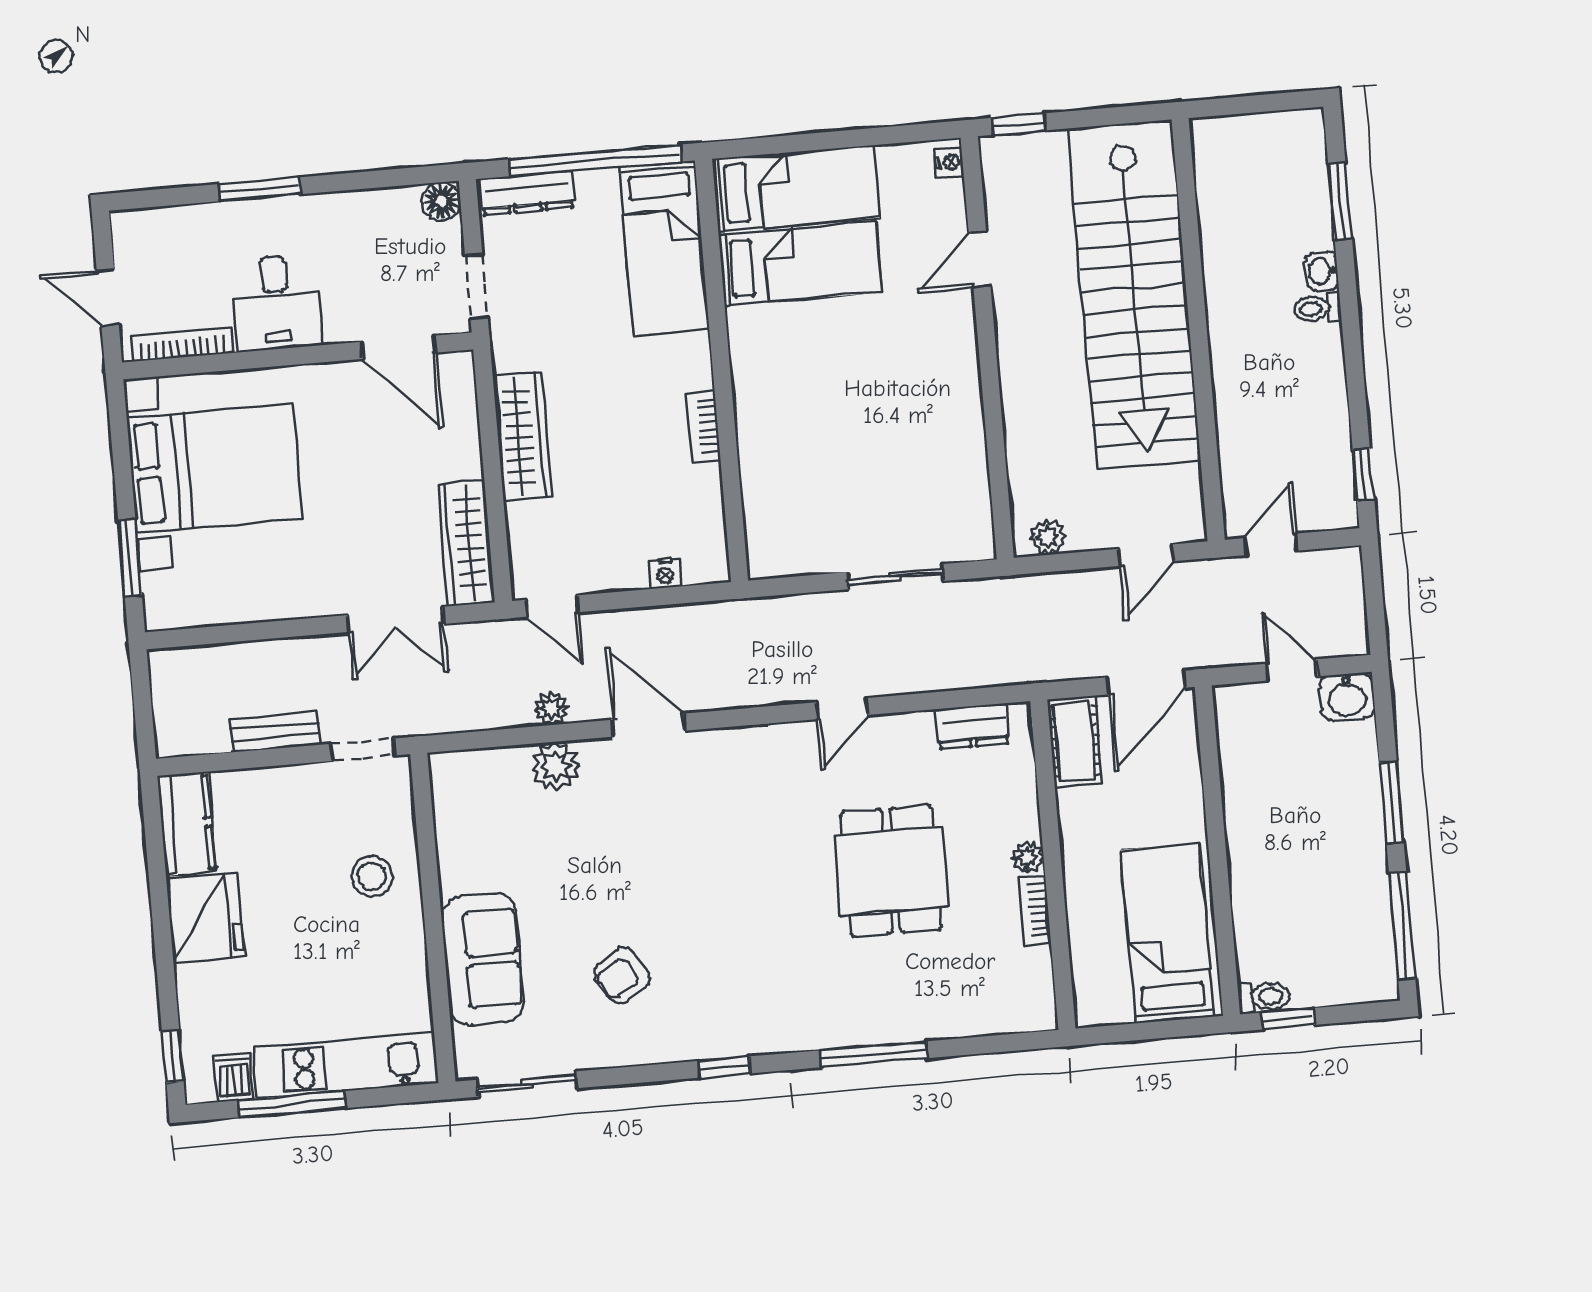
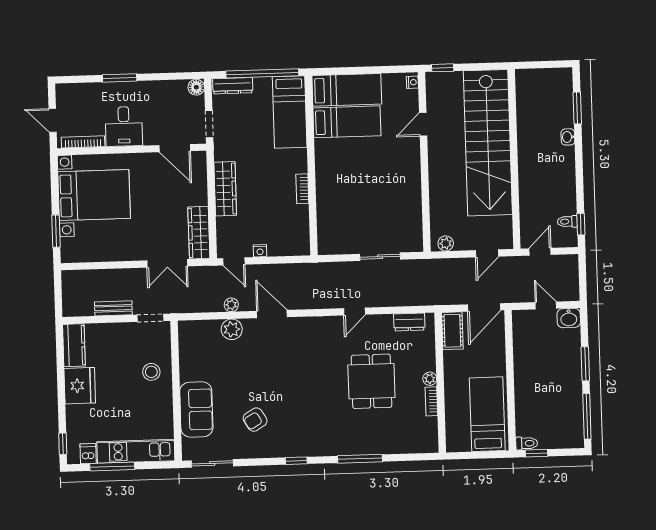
toilet: (1318, 308) -> (567, 222), moved
nightstand: (665, 573) -> (260, 251), moved

